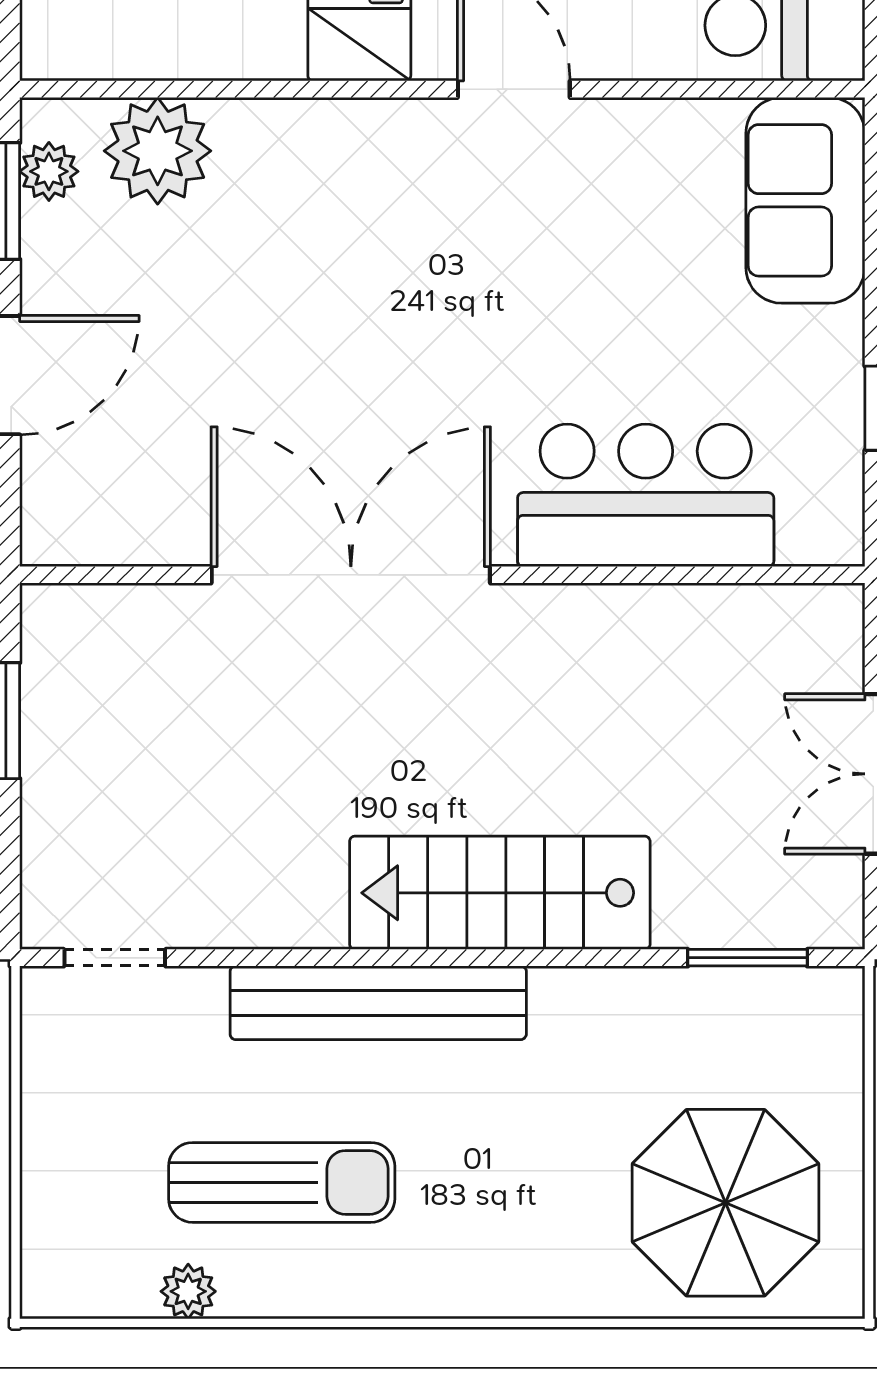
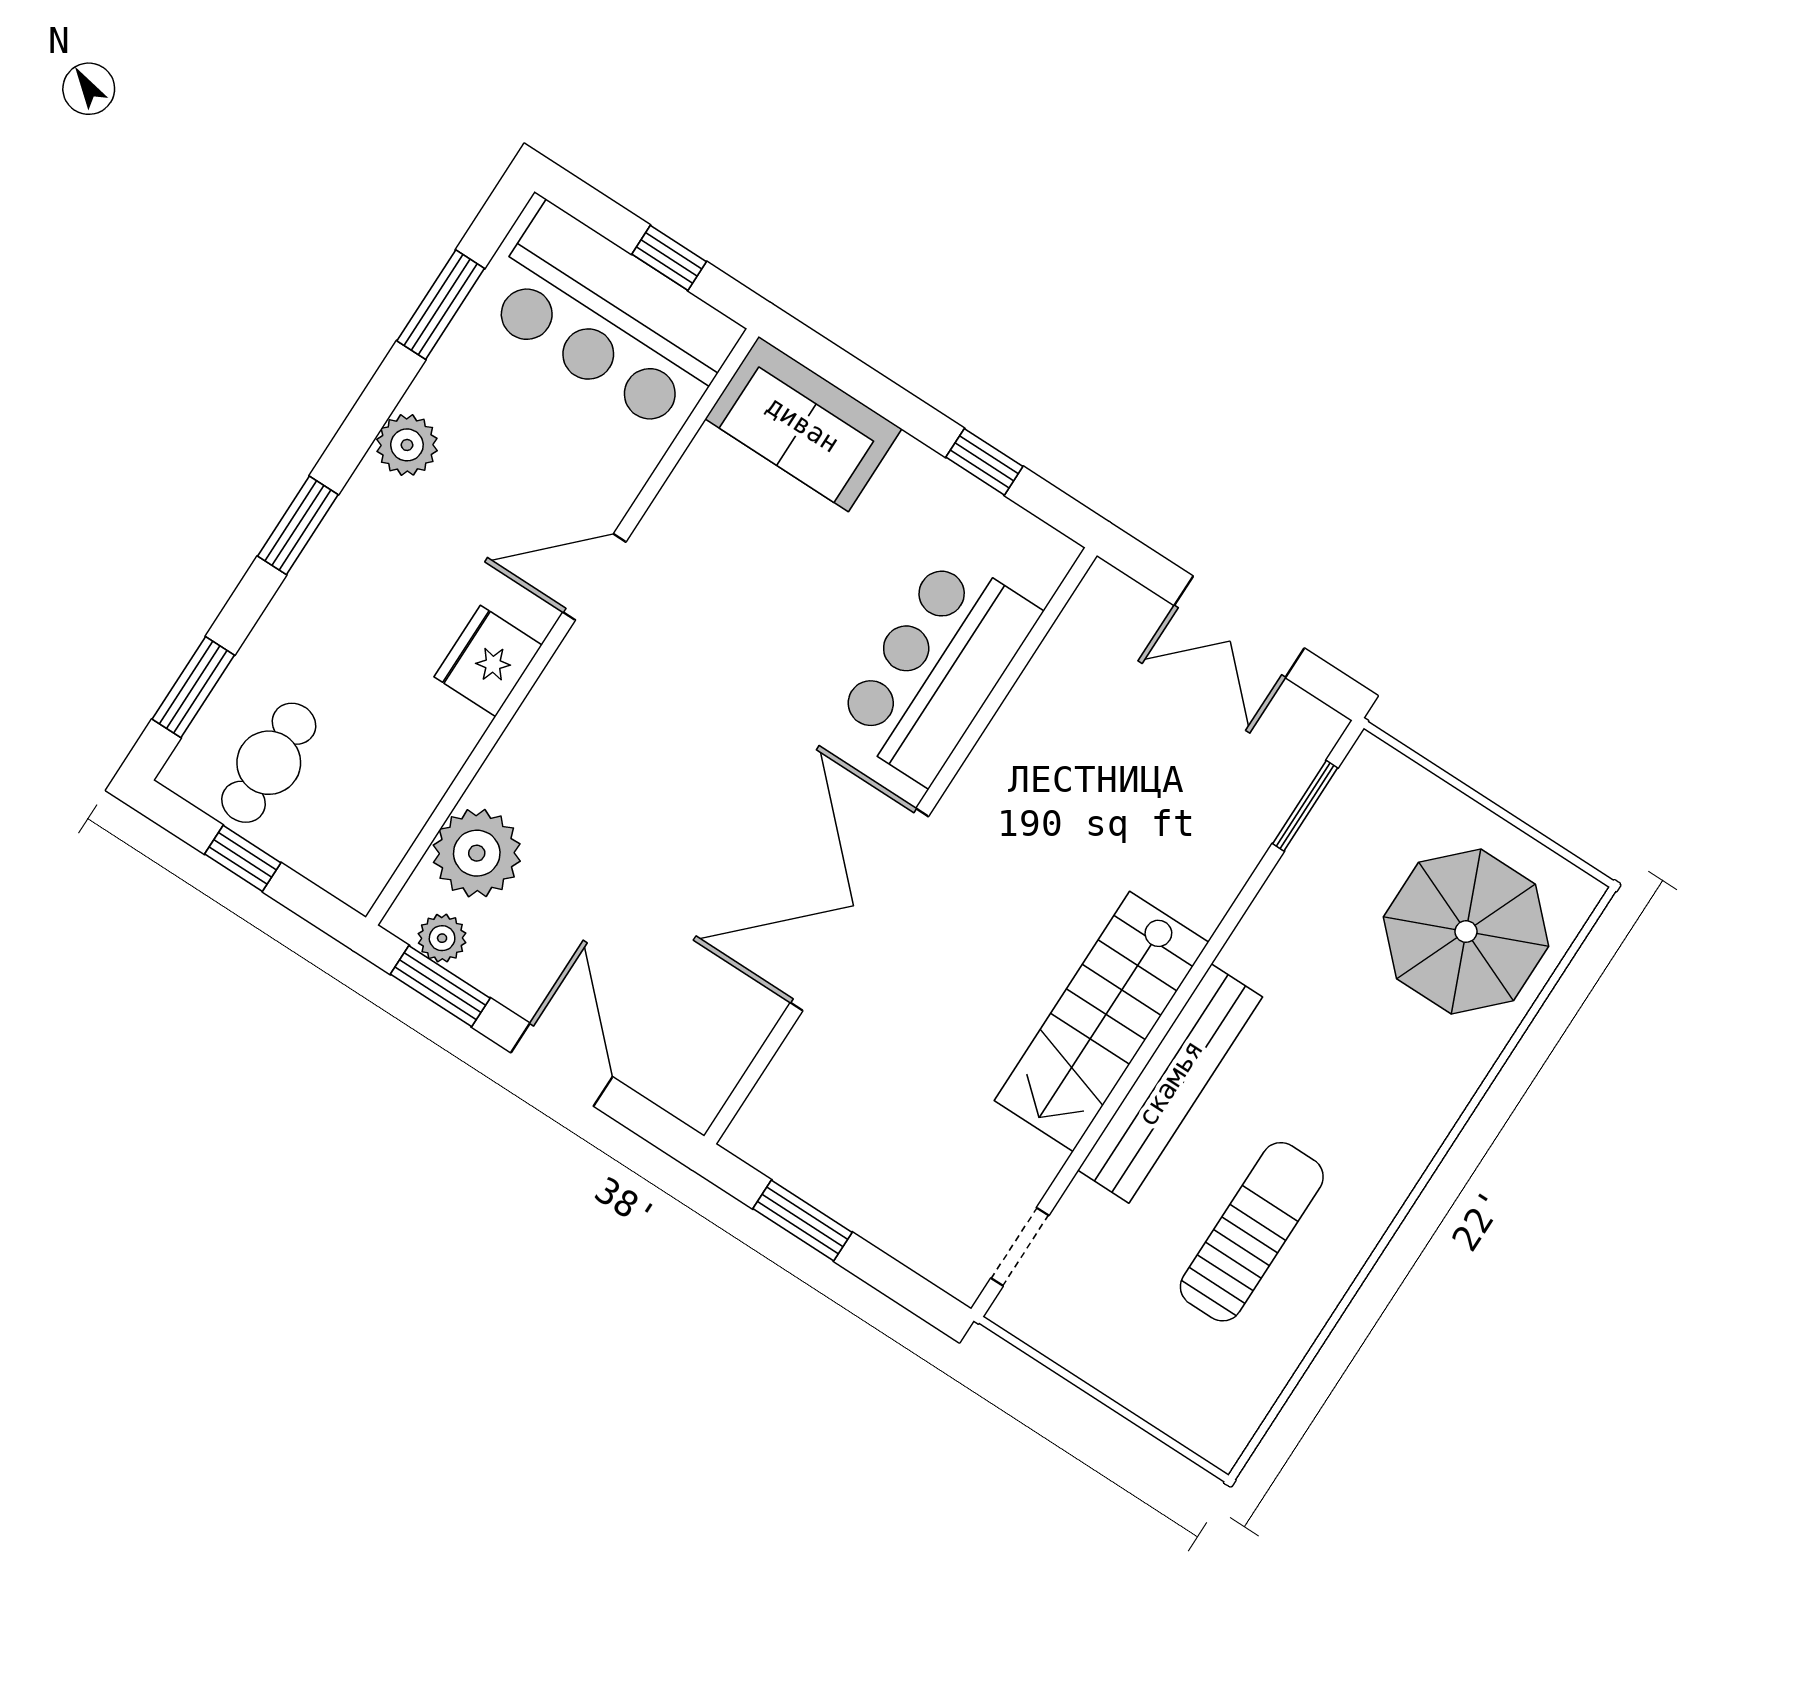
stairs: (500, 893) -> (1101, 1021), moved
plant: (188, 1291) -> (1286, 1346), removed

